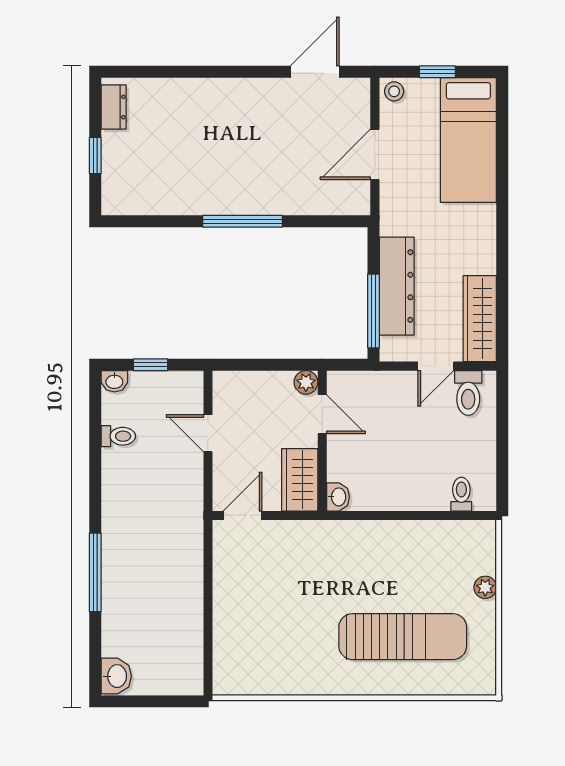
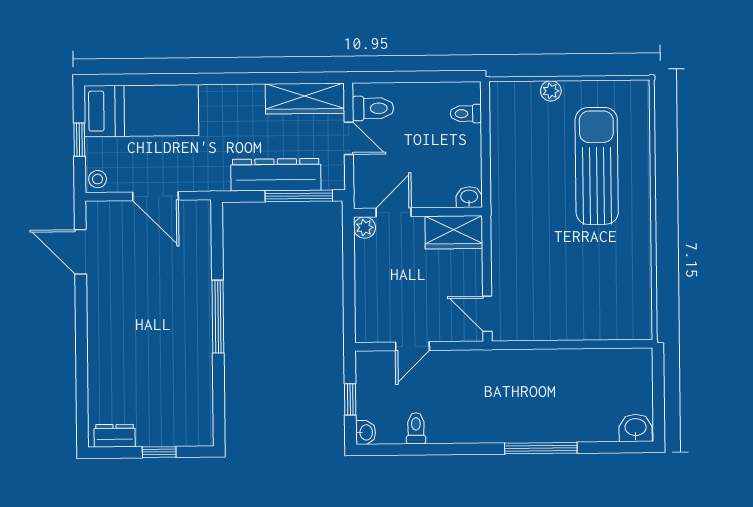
plant: (306, 382) -> (365, 227), moved
door: (322, 414) -> (394, 212), moved
wall: (322, 441) -> (418, 212), moved
wardrobe: (300, 480) -> (454, 232), moved
washbasin: (338, 497) -> (469, 197), moved

